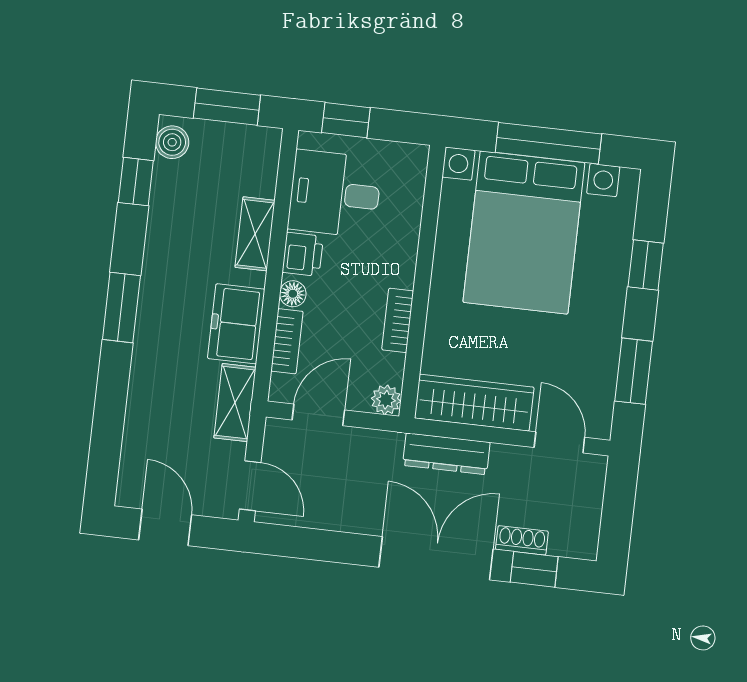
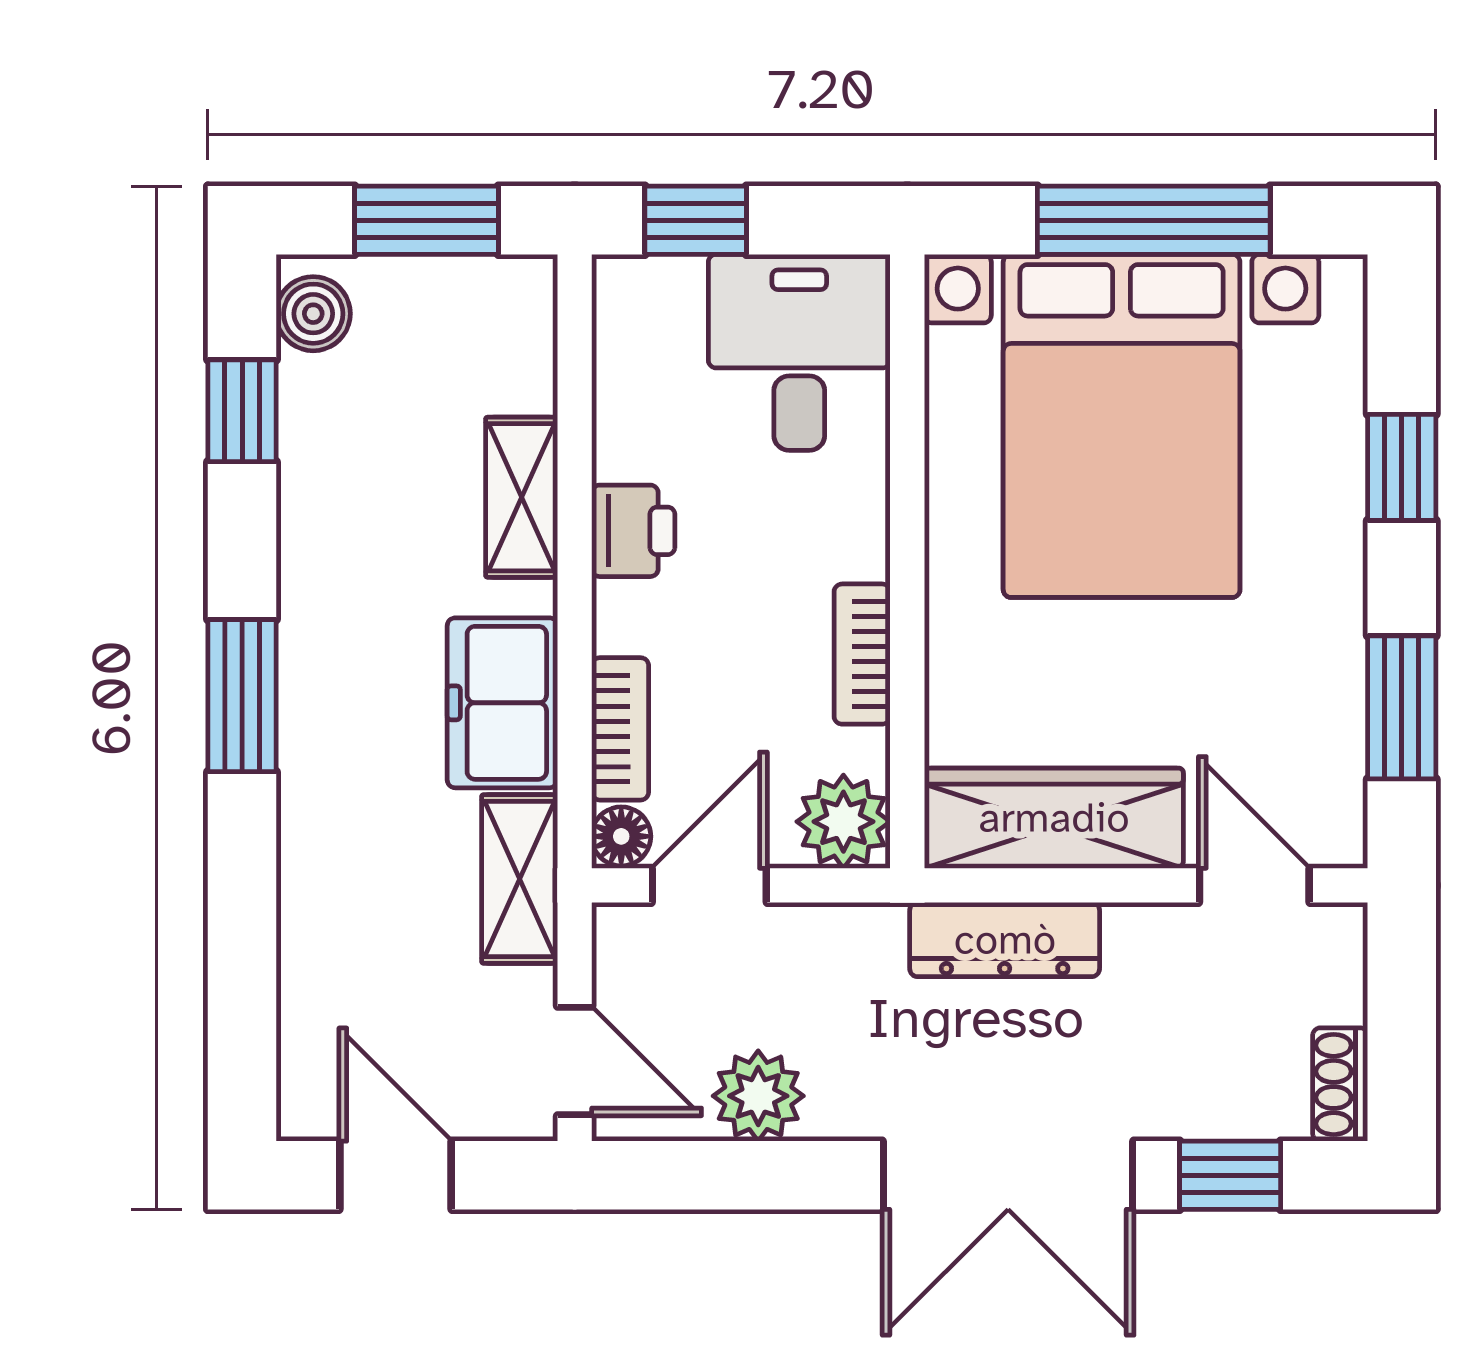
desk: (335, 194) -> (799, 352), moved, turned 90
floor lamp: (293, 294) -> (621, 836), moved
plant: (386, 400) -> (843, 822), width x1.38, depth x1.38
plant: (329, 511) -> (758, 1096), added
shoe rack: (522, 540) -> (1340, 1084), moved, turned -90
double door: (436, 558) -> (1008, 1175), swing flipped

